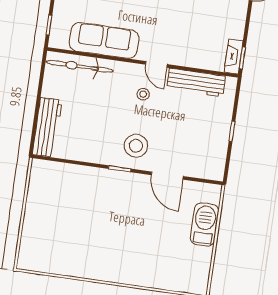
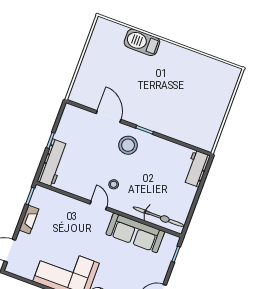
fireplace: (234, 57) -> (29, 219), moved
workbench: (196, 83) -> (53, 163), moved, turned 90
workbench: (47, 127) -> (197, 169), width x0.73
barbecue: (205, 224) -> (142, 42), moved, turned 90

